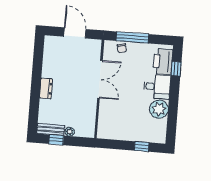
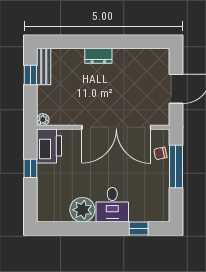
printer: (163, 62) -> (49, 146), moved, turned 90
double door: (100, 79) -> (116, 127), width x1.36
plant: (70, 132) -> (43, 120), moved
window: (142, 146) -> (30, 168), moved

